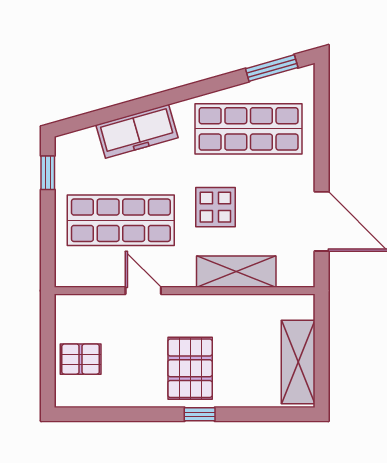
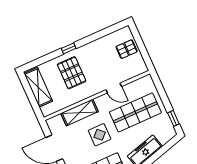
pallet: (190, 368) -> (72, 73), moved

